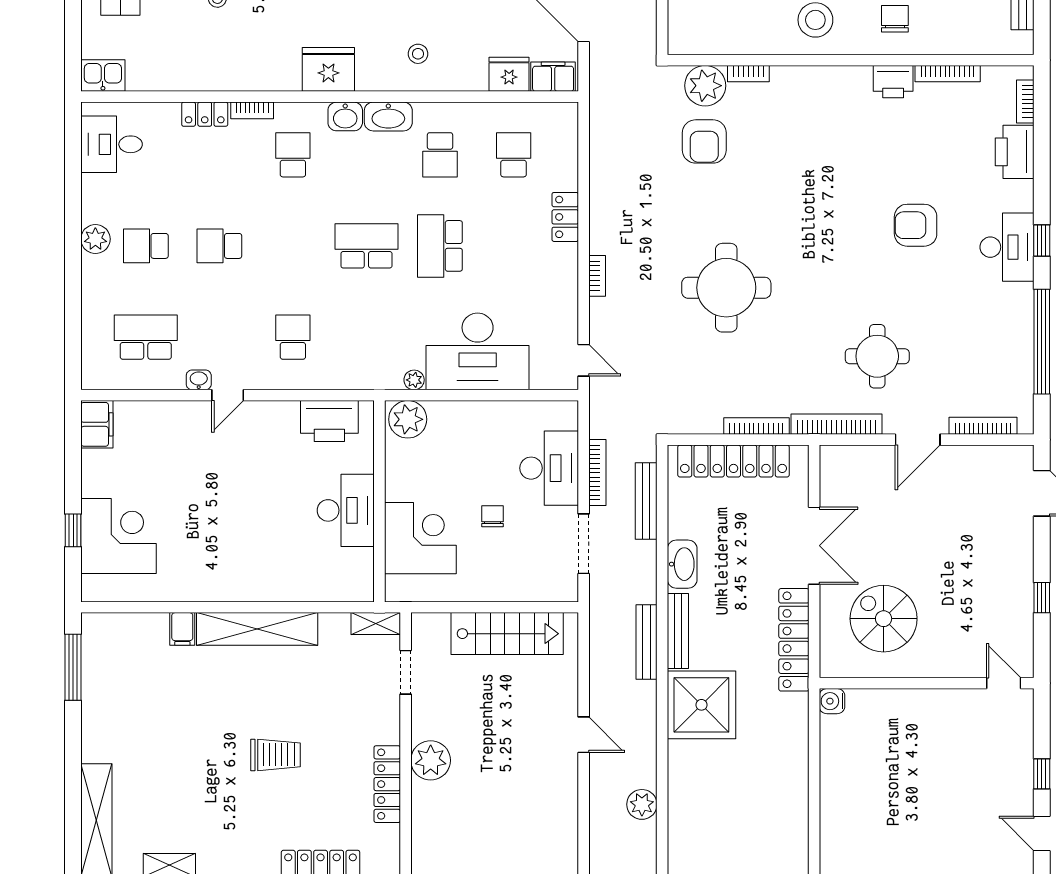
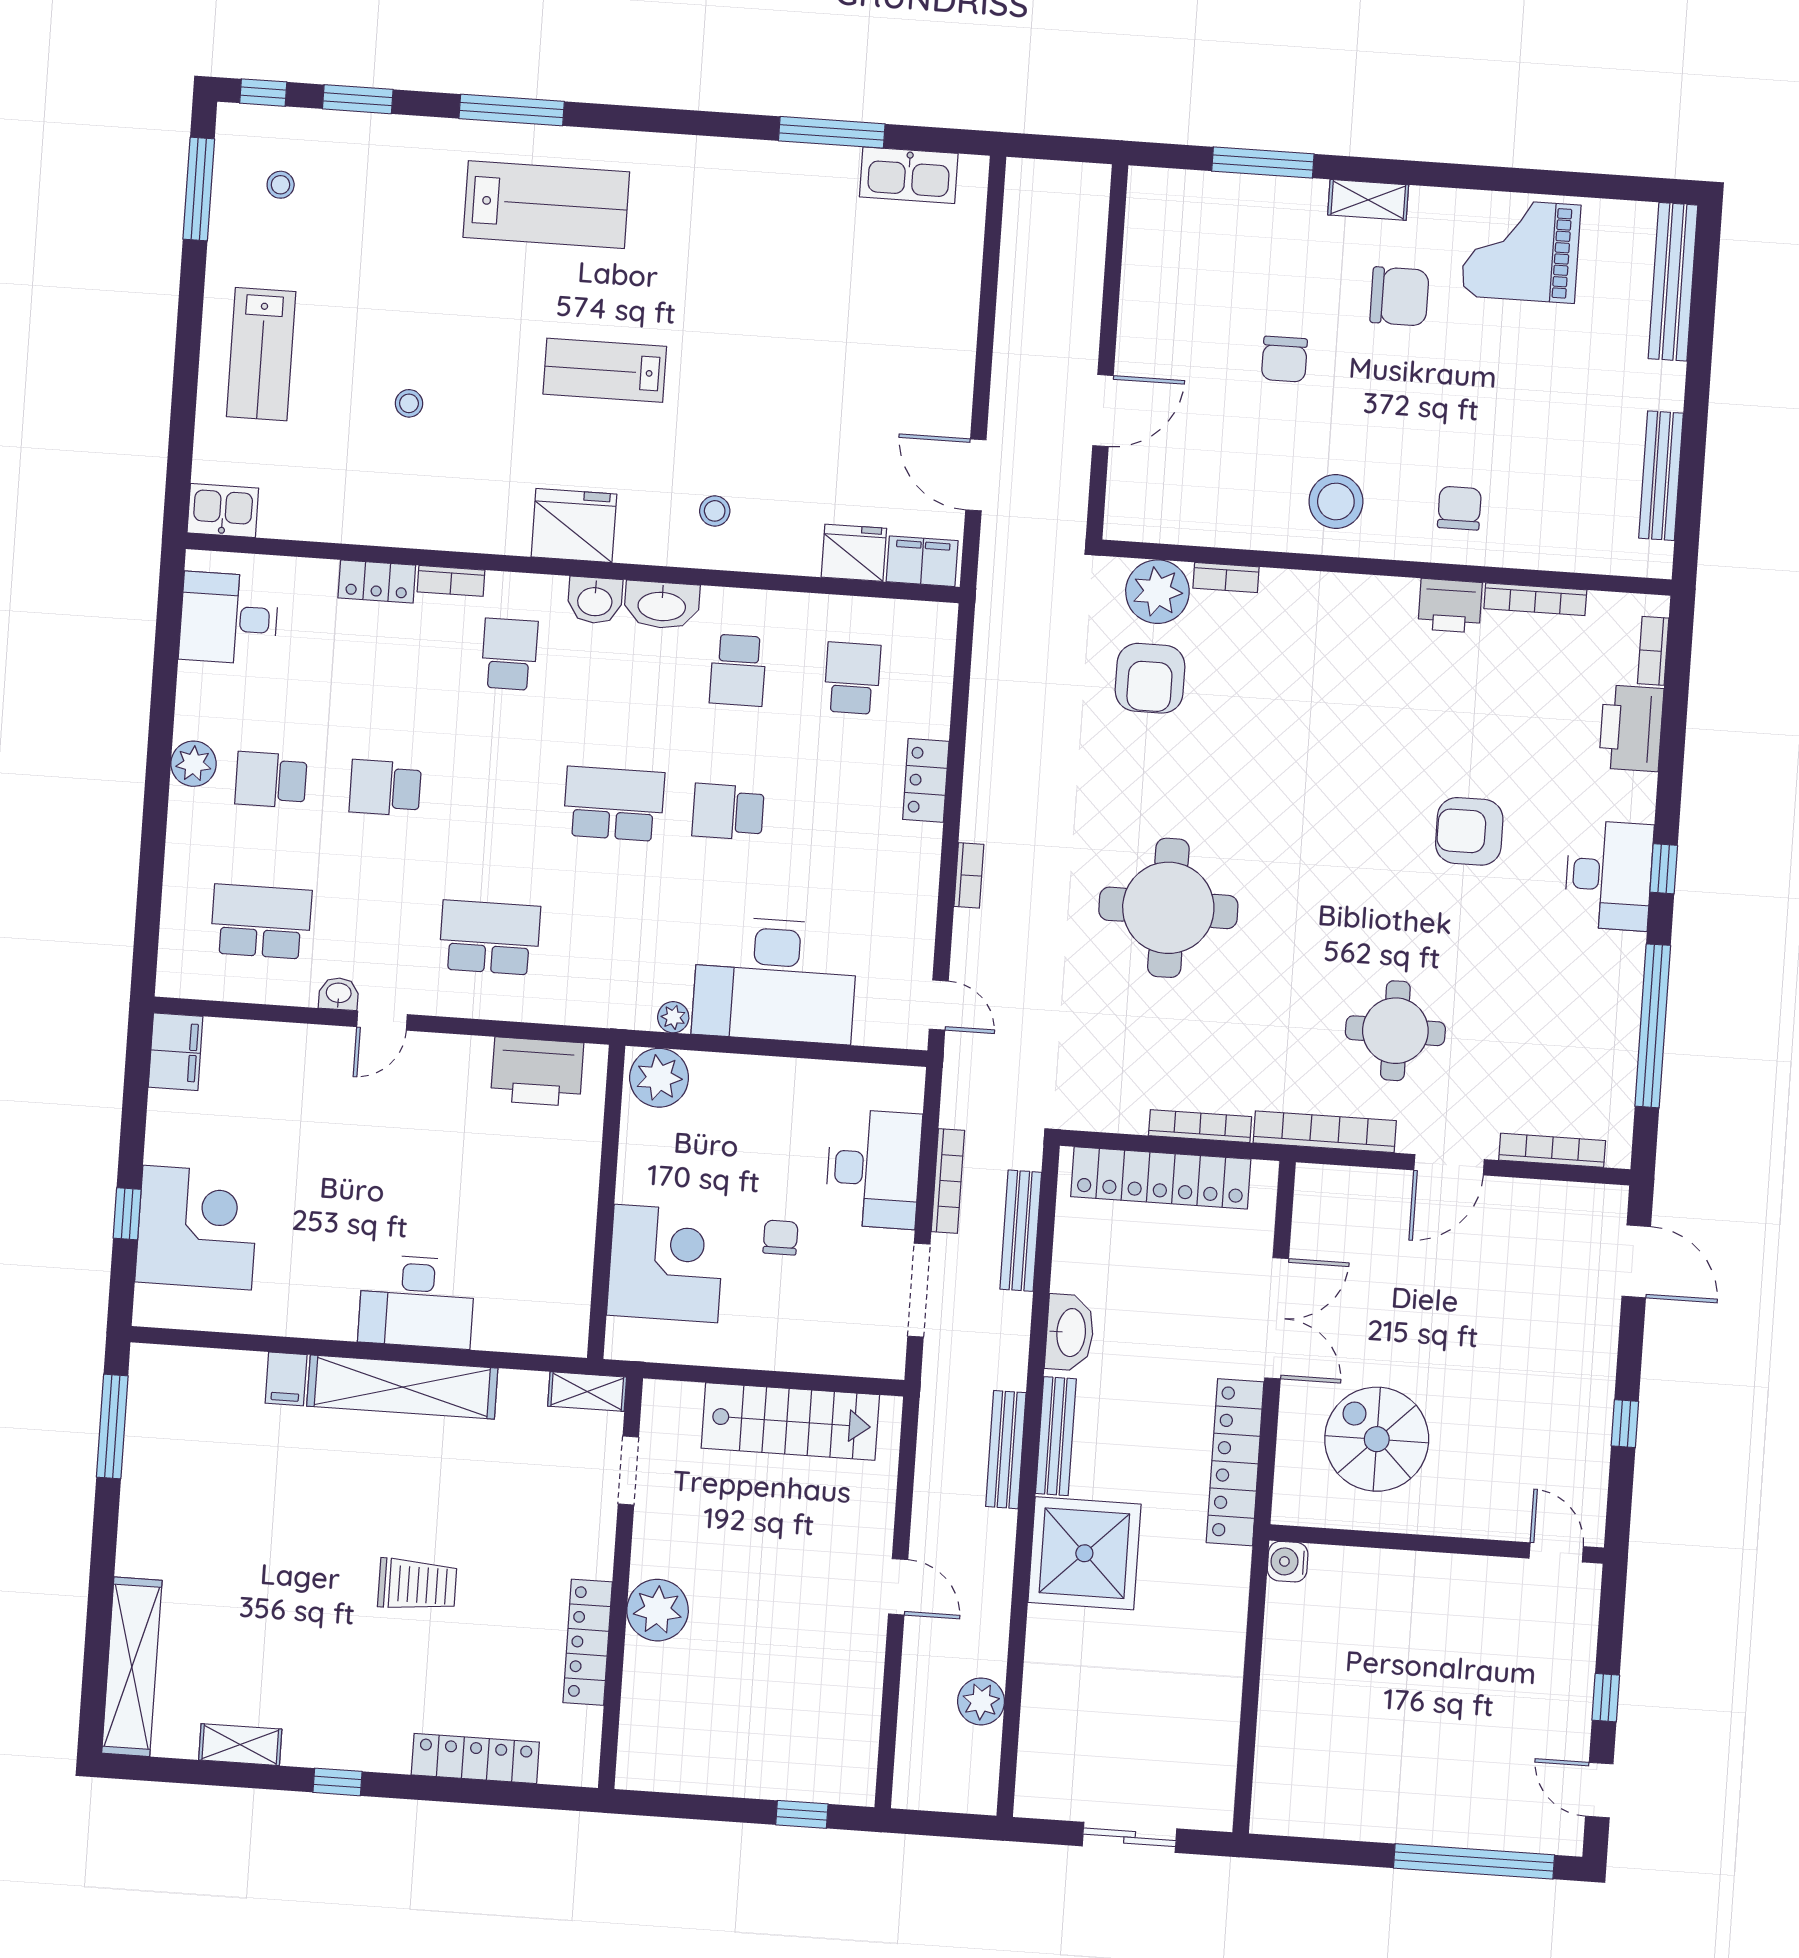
school desk: (440, 246) -> (728, 812), width x0.54
school desk: (293, 337) -> (490, 938), width x1.85
desk: (346, 510) -> (417, 1302), moved, turned 90

